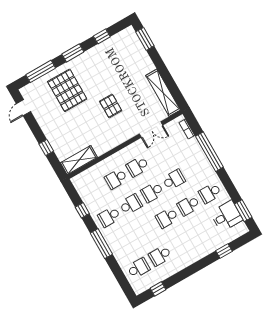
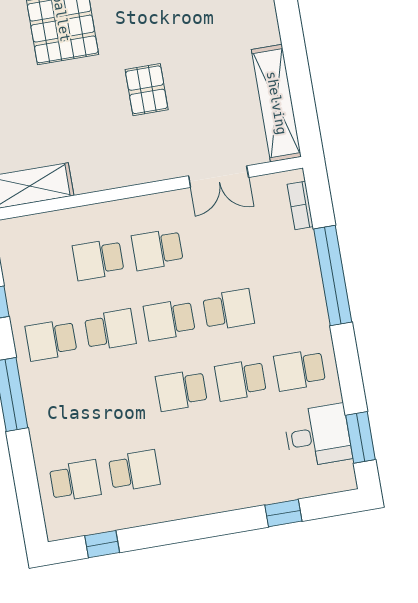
school desk: (160, 256) -> (134, 471), turned 180

